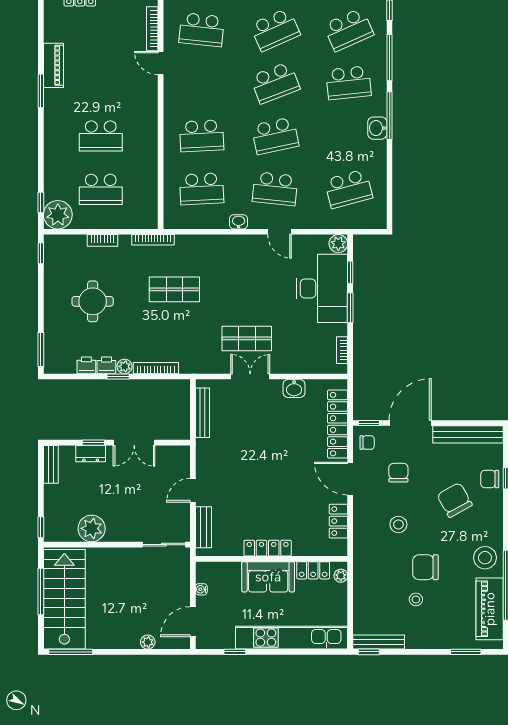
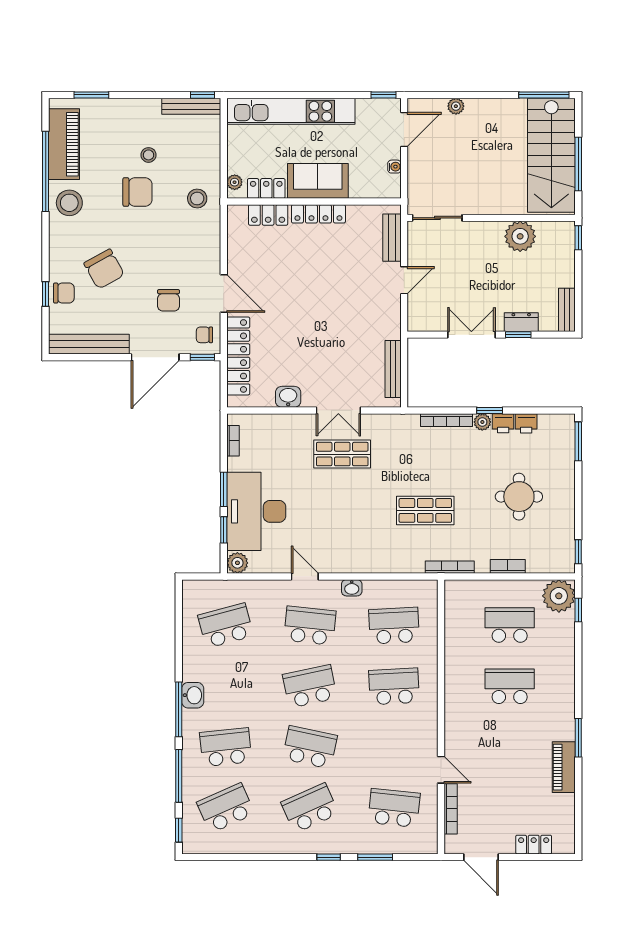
school desk: (275, 83) -> (310, 747), turned 33
locker: (338, 521) -> (268, 215), moved, turned 90
stool: (398, 524) -> (197, 198), moved
window: (235, 652) -> (383, 95), moved

